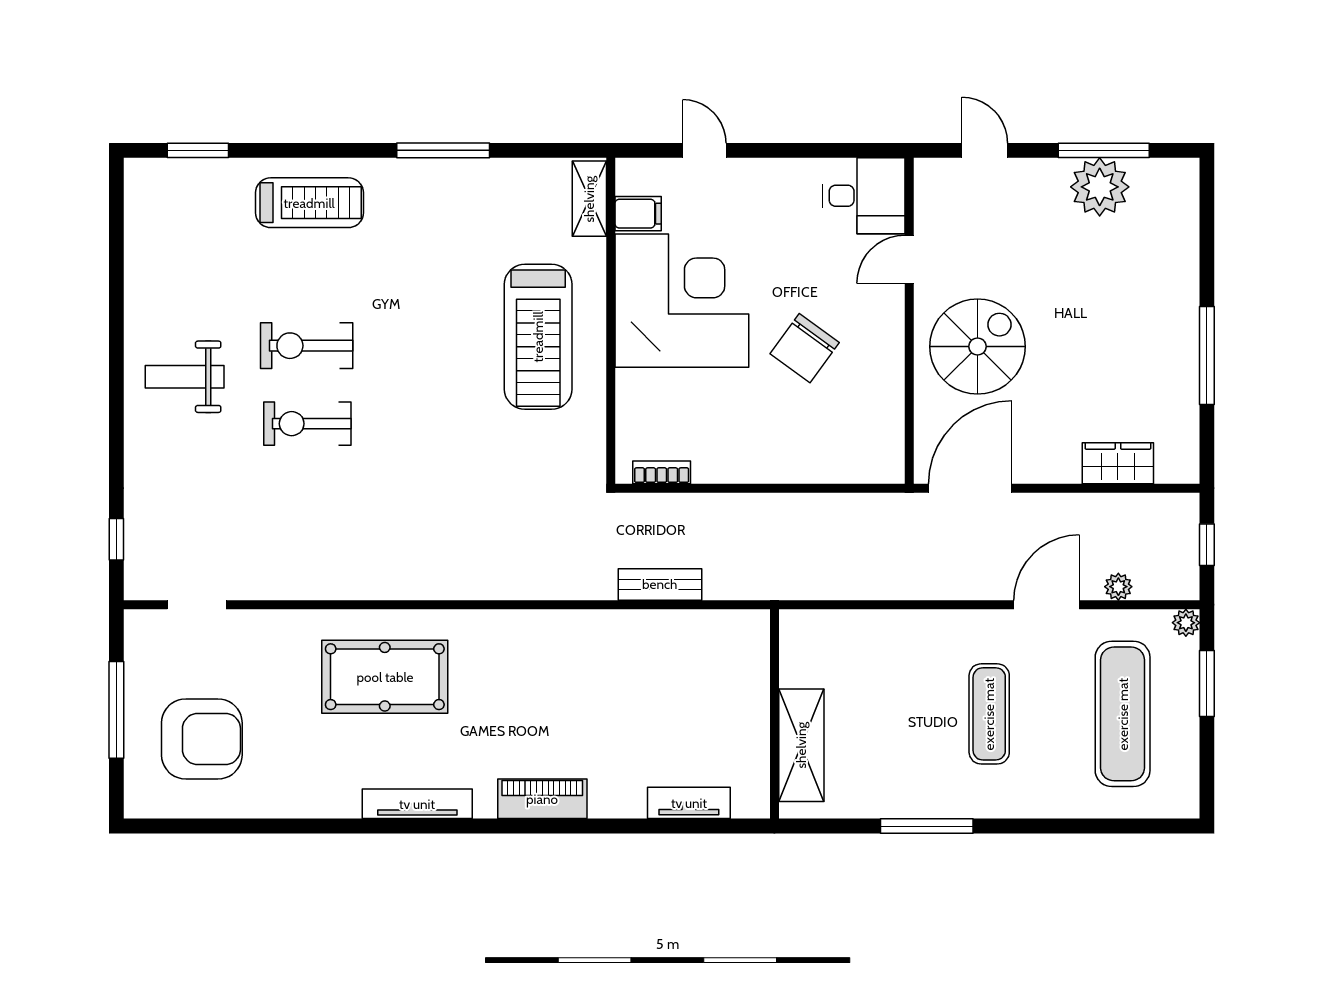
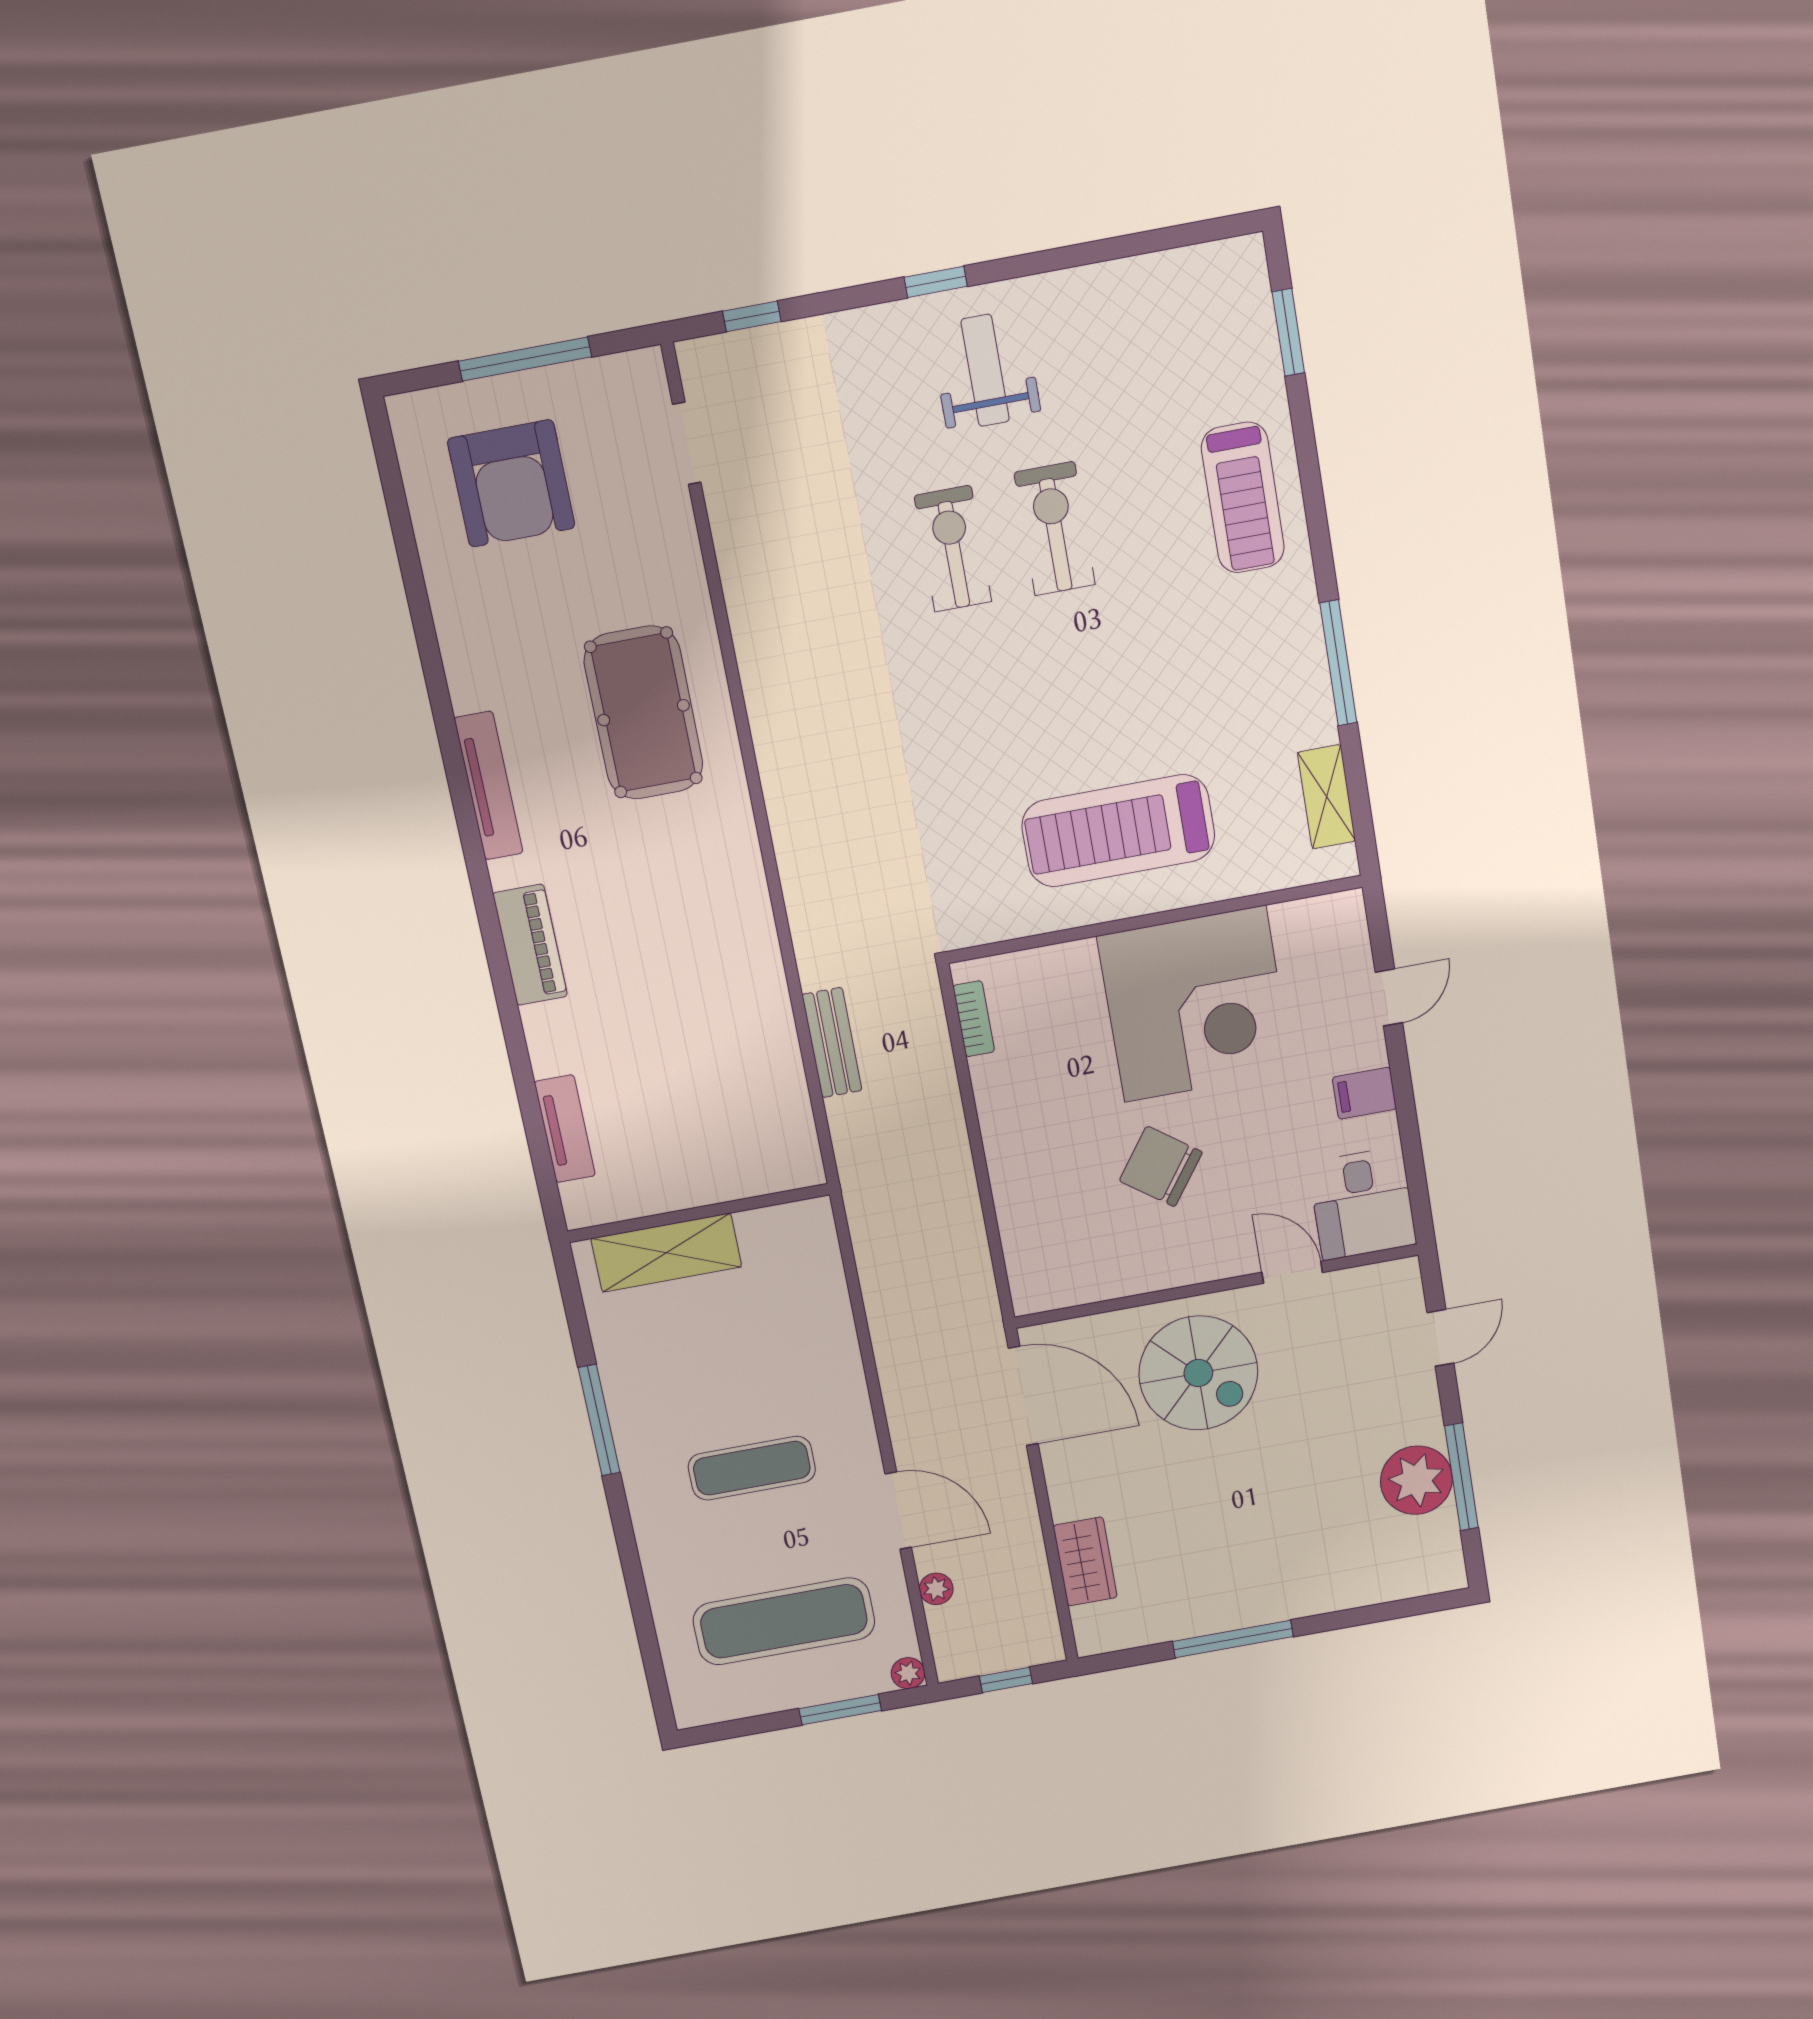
shelving: (589, 199) -> (1327, 797), moved, turned 90
filing cabinet: (638, 214) -> (1364, 1093), moved, turned 90
window: (116, 401) -> (936, 282), added

